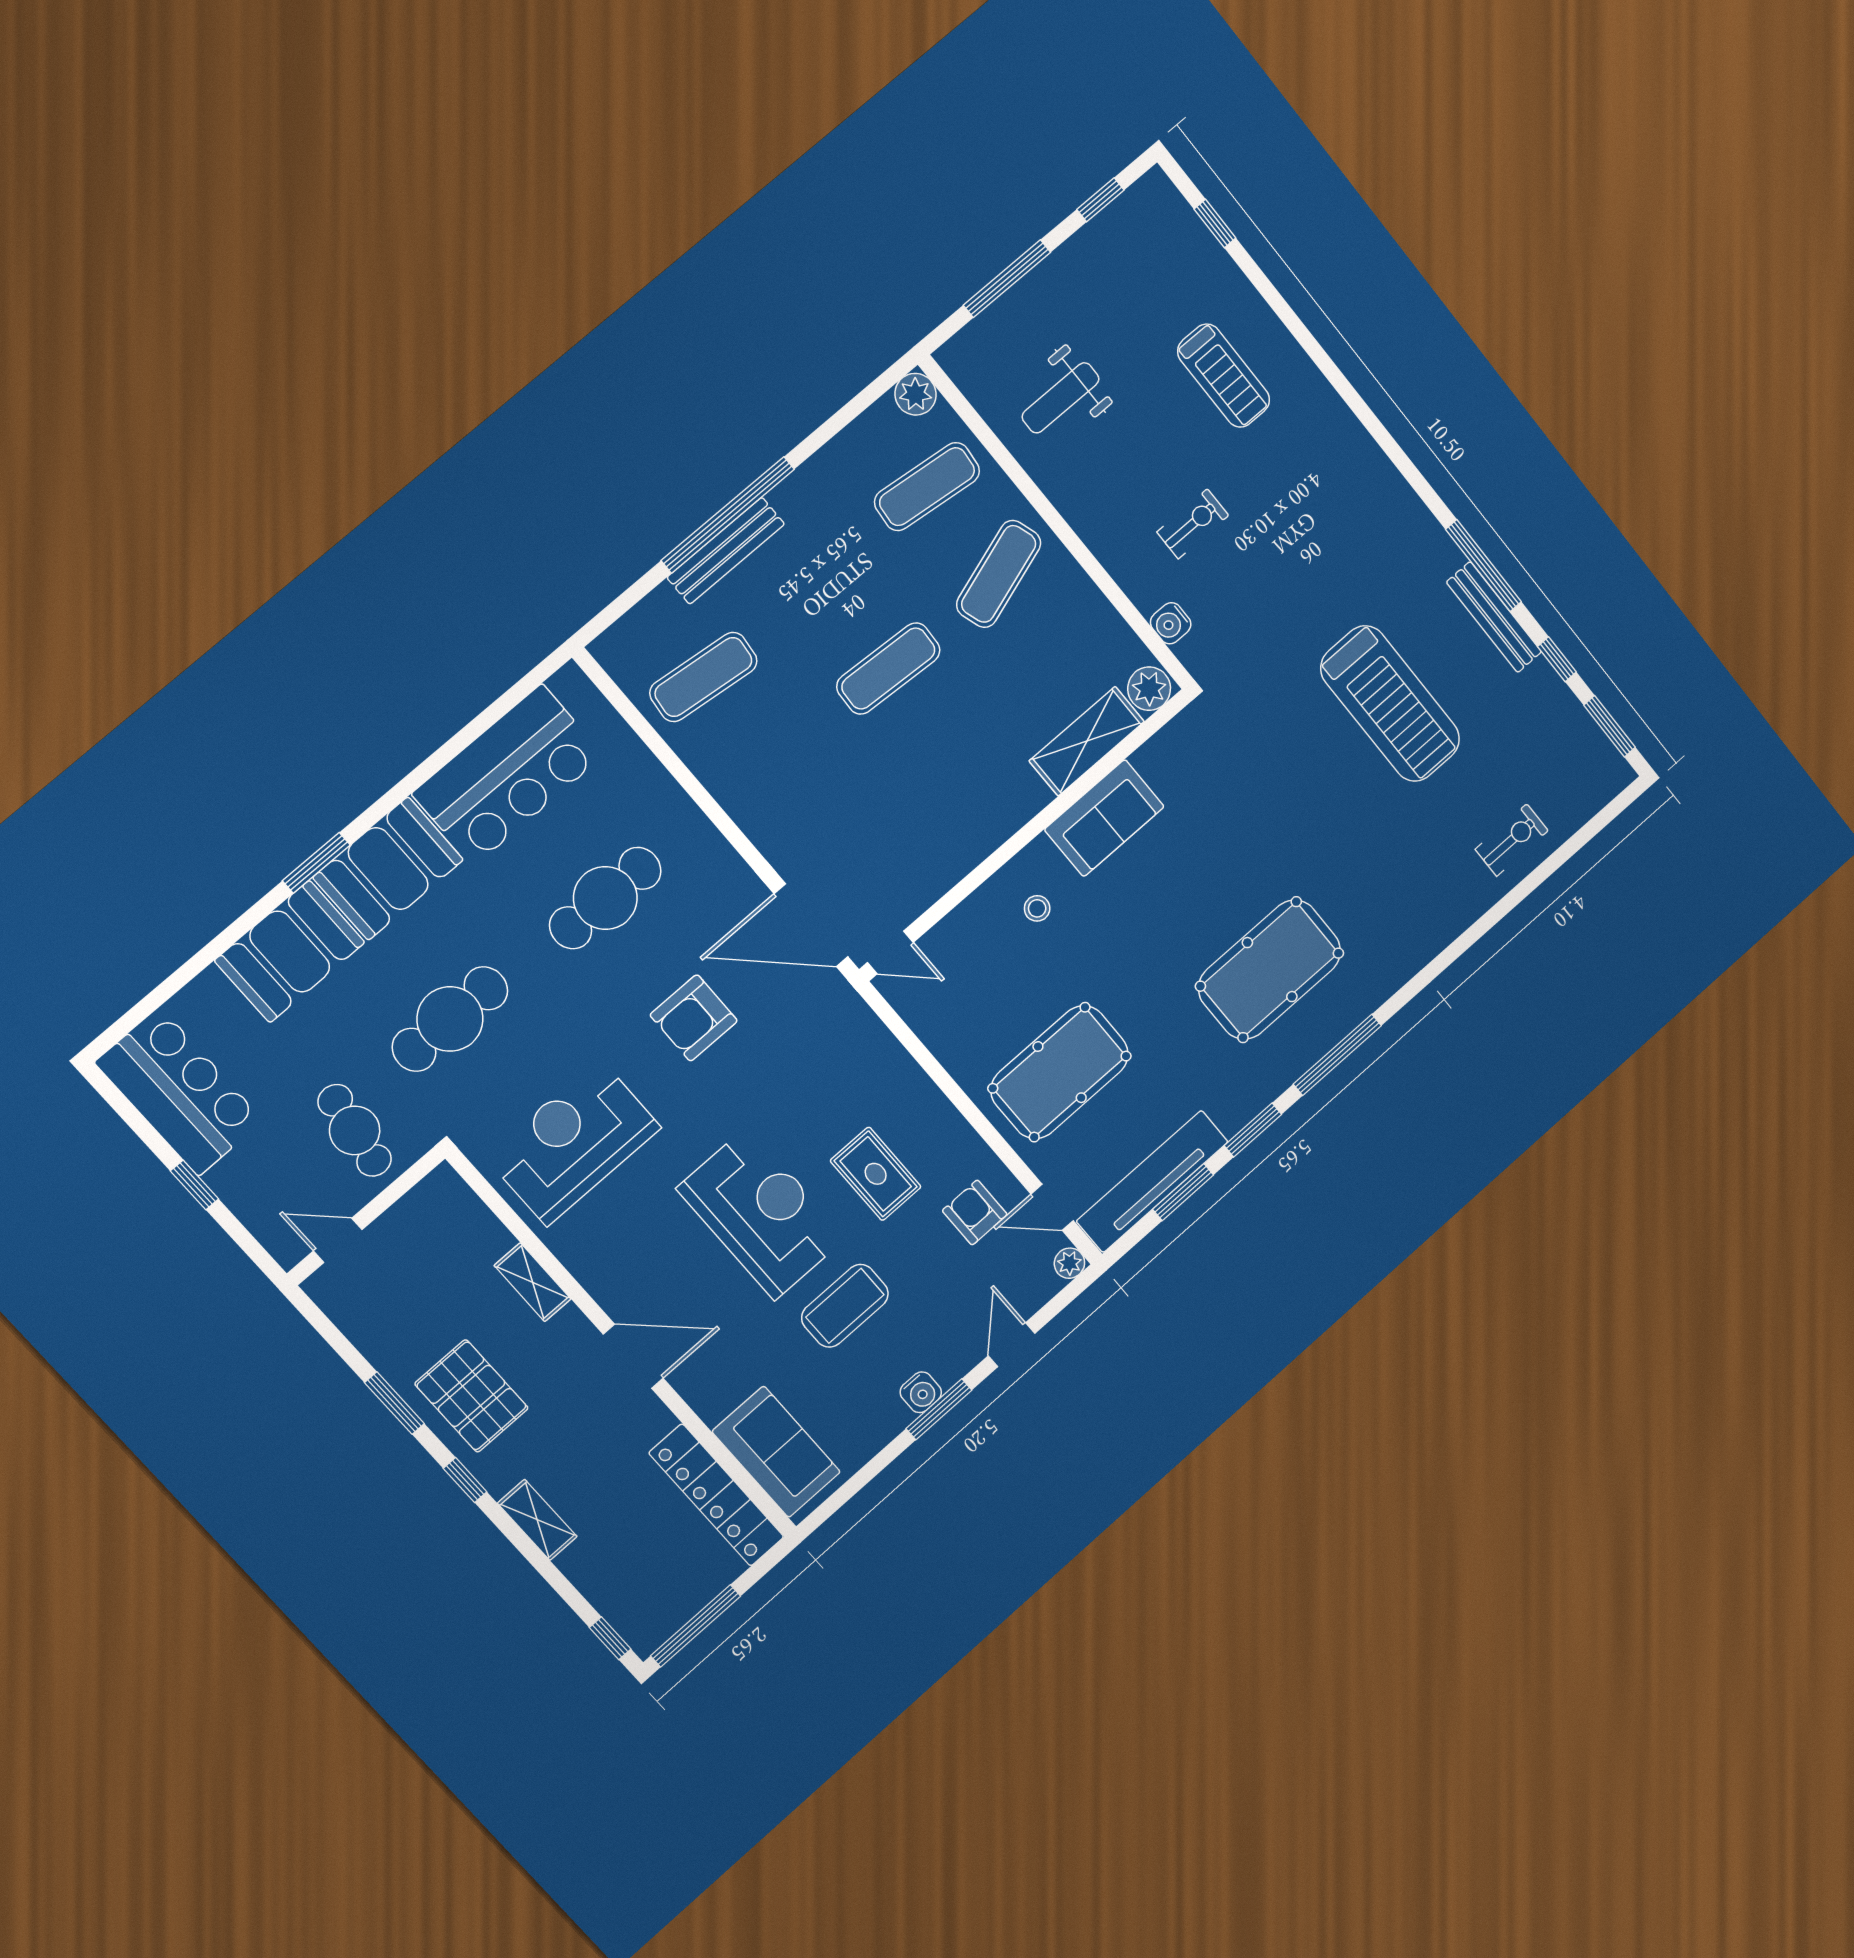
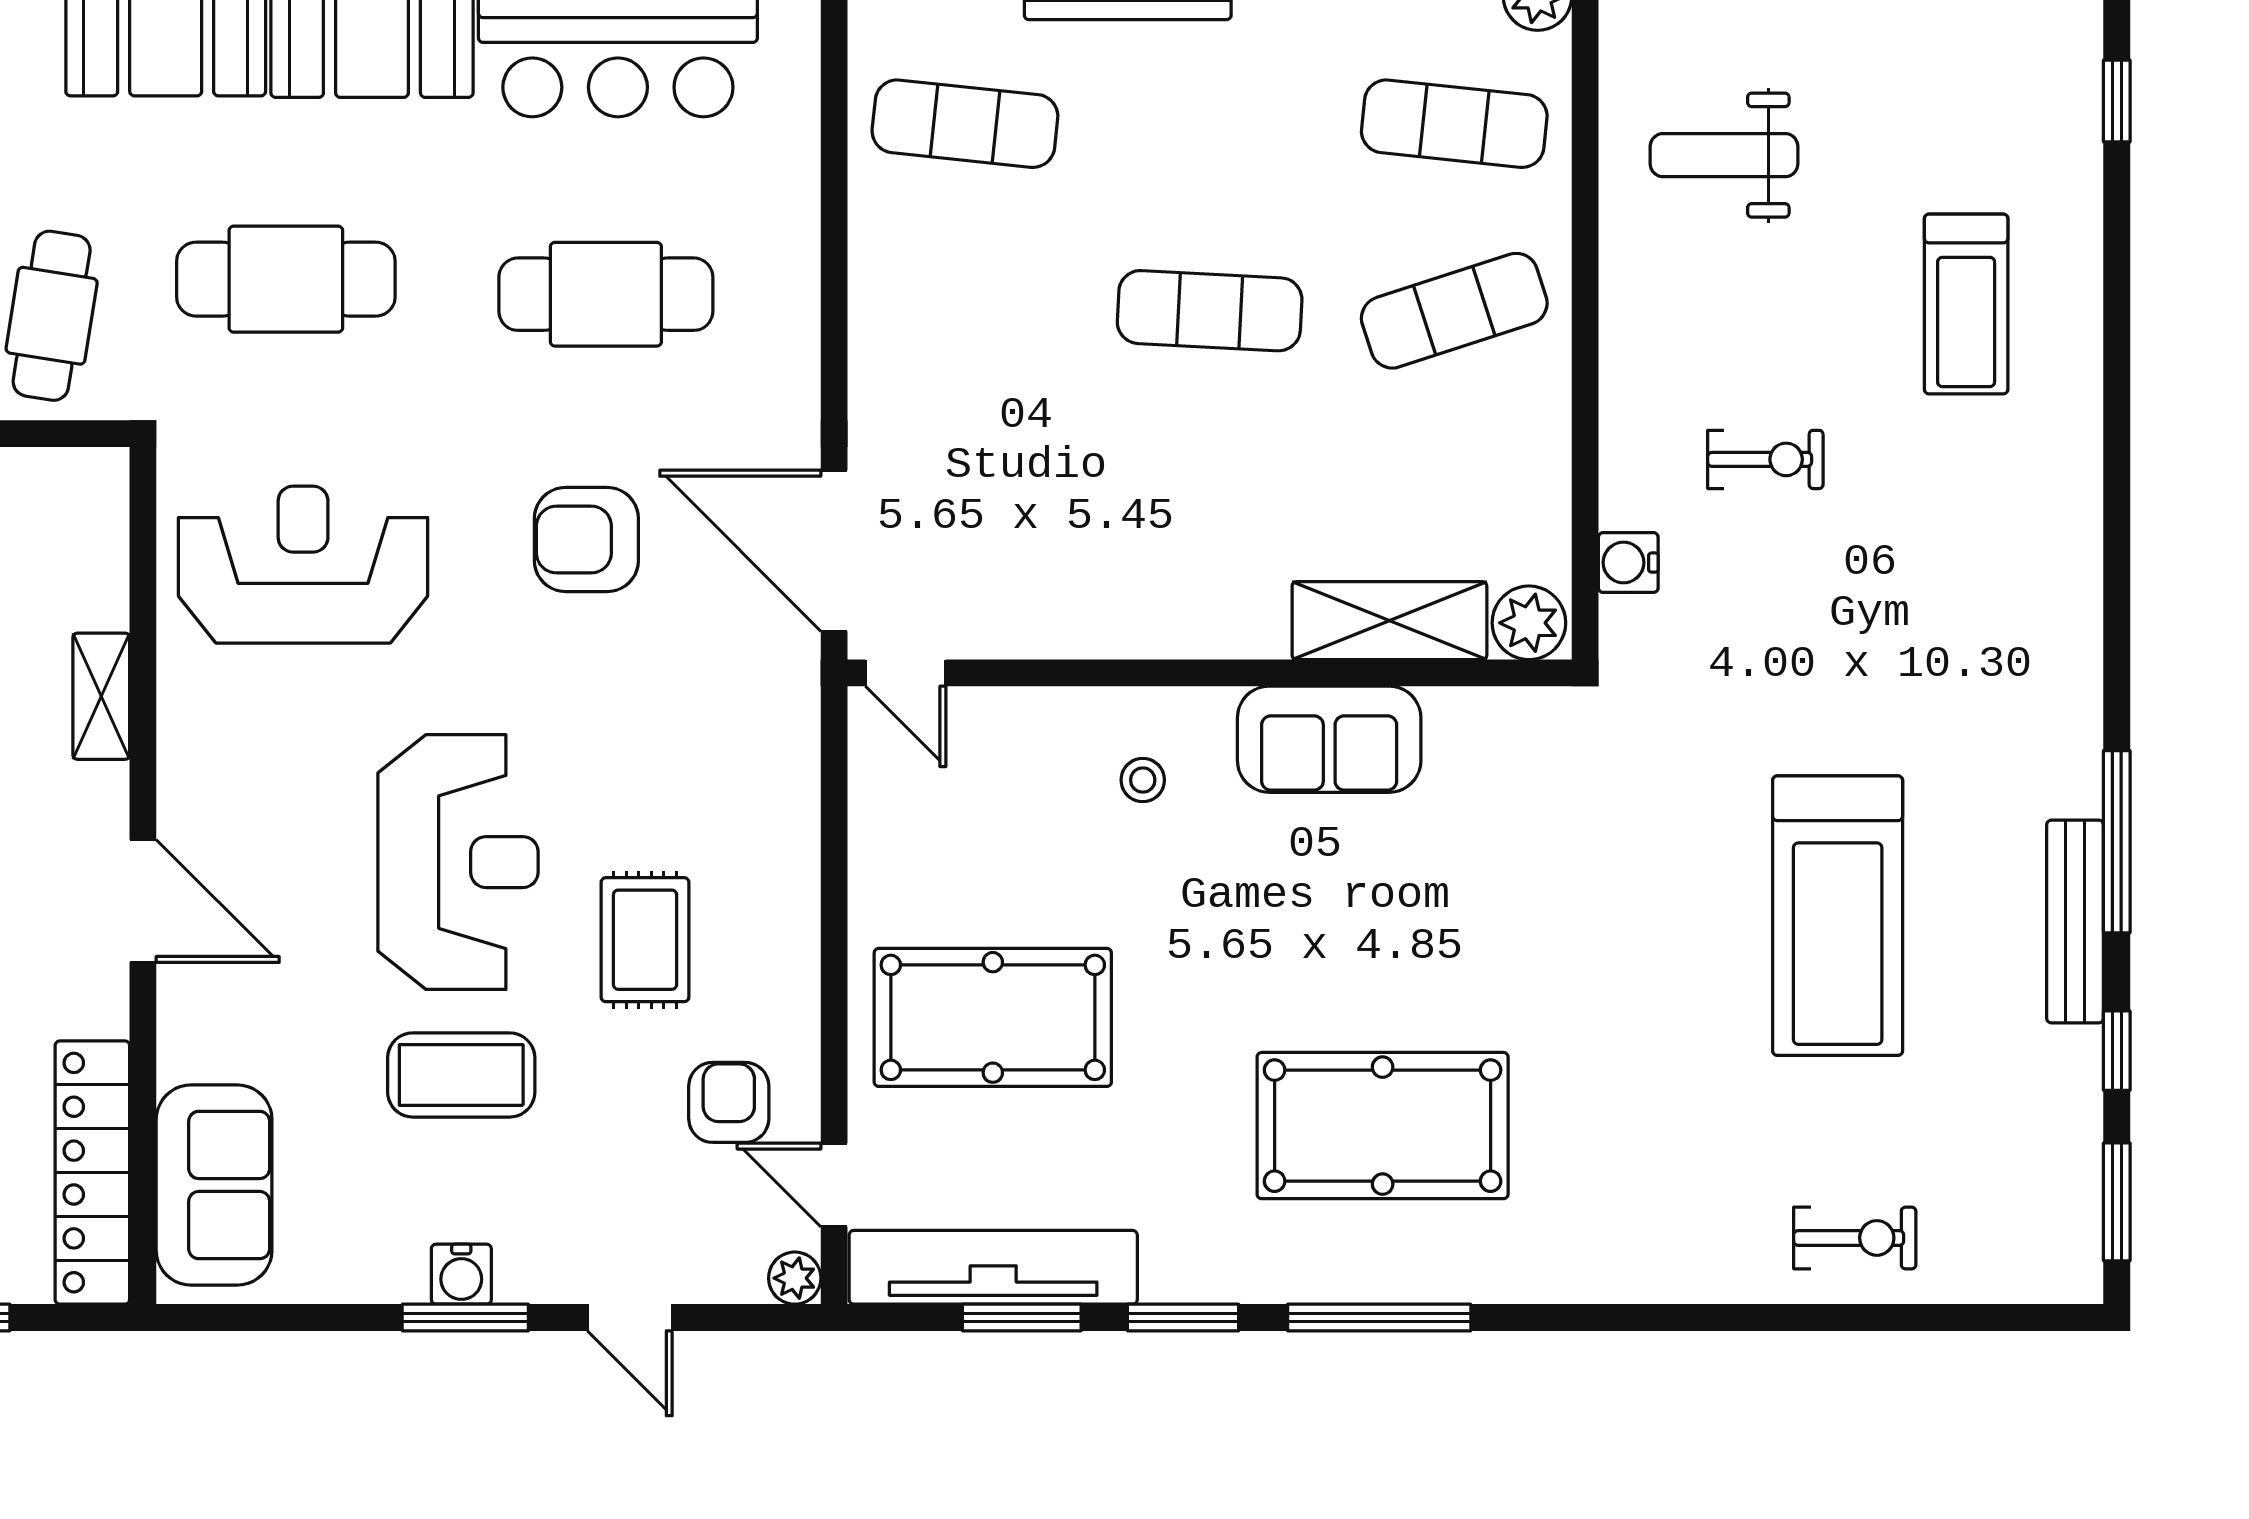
door: (1012, 1345) -> (630, 1318), swing flipped

